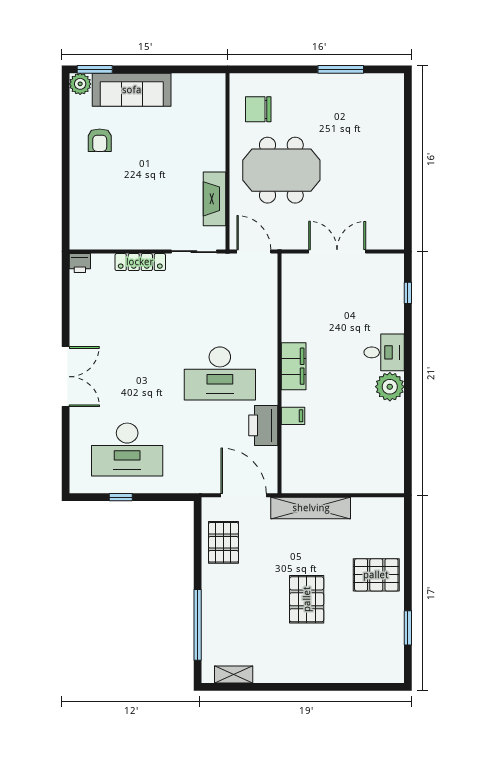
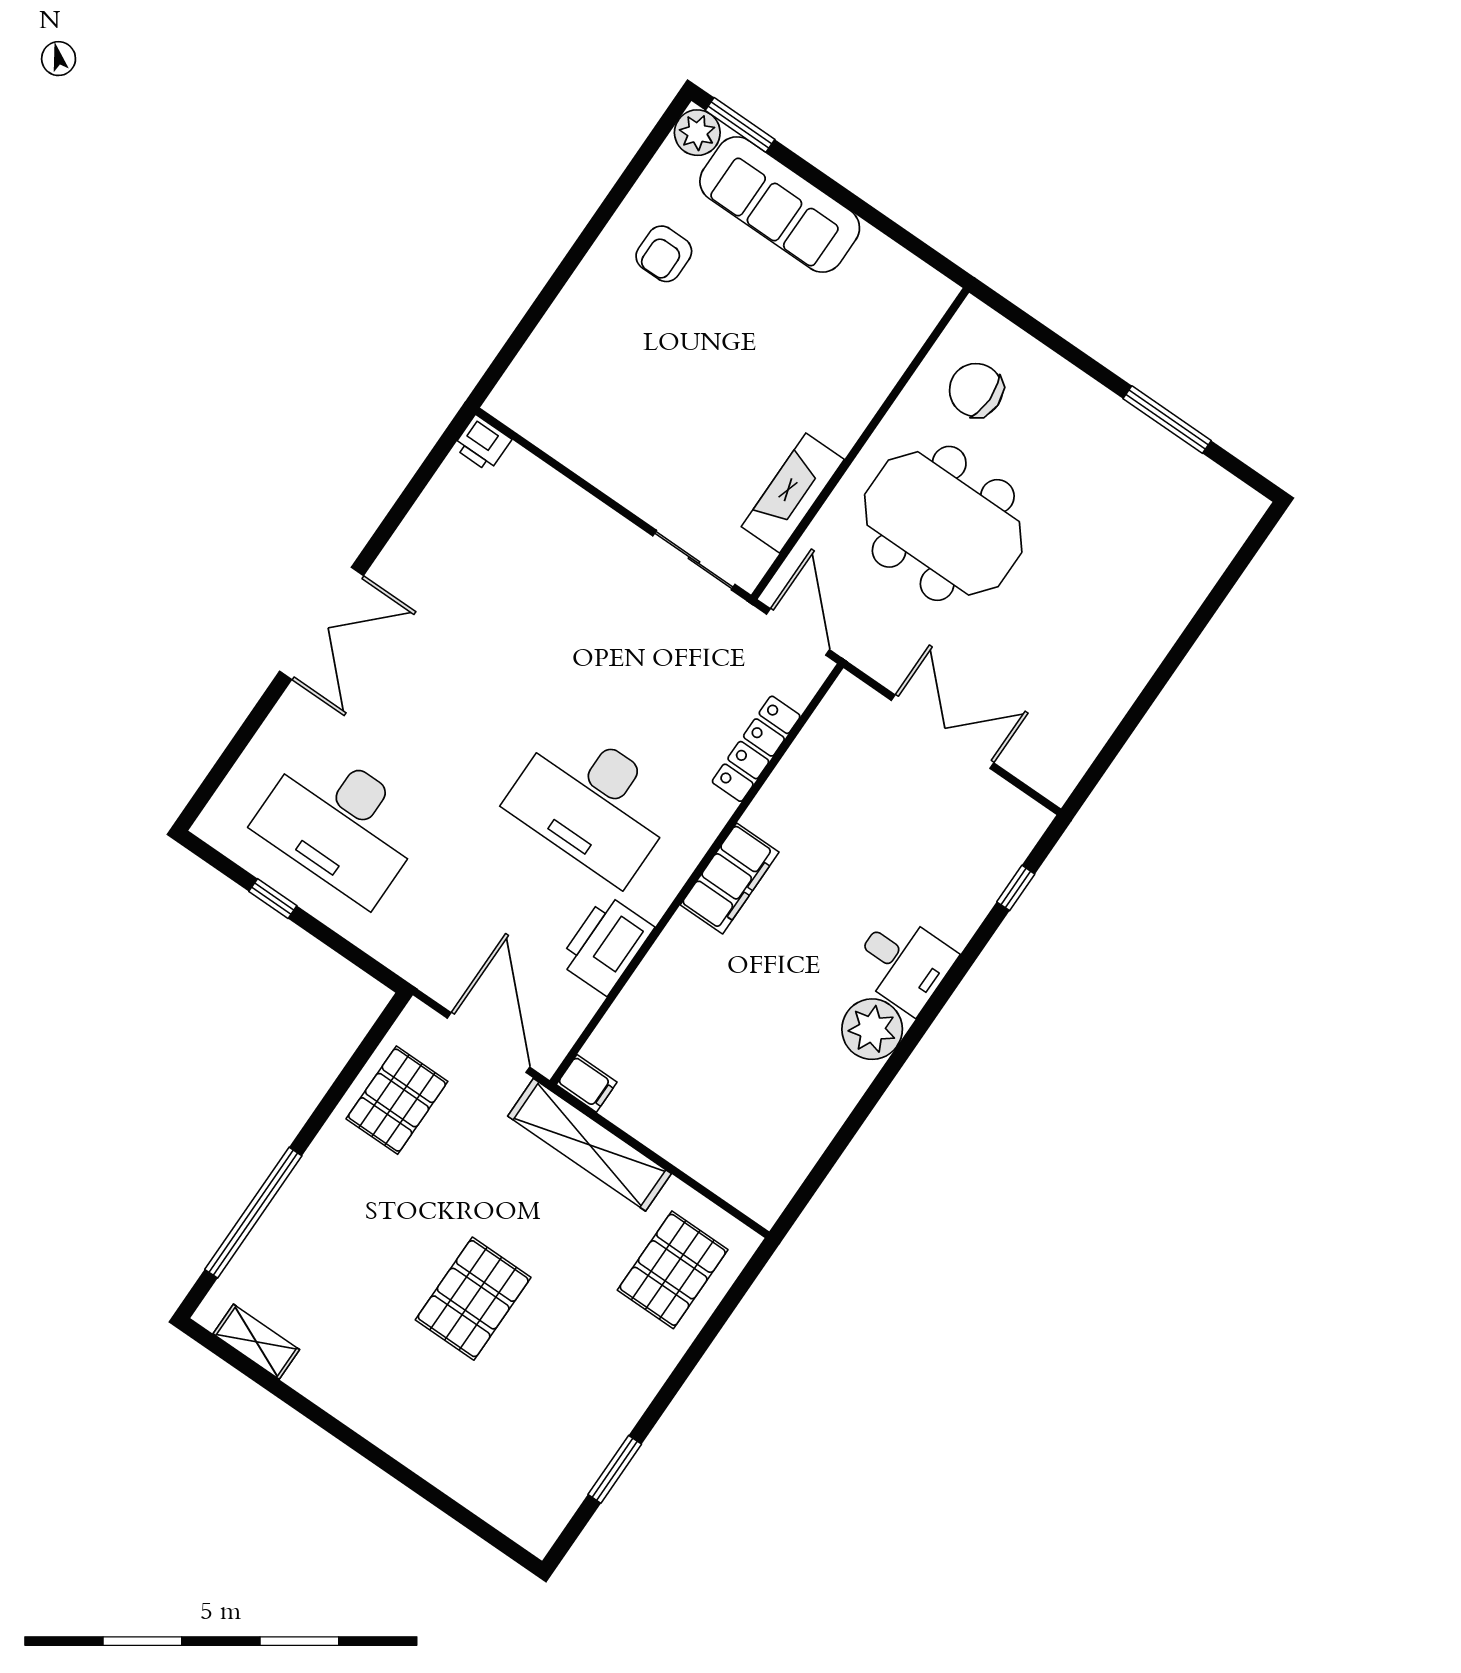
locker: (140, 262) -> (756, 749), moved, turned 90
filing cabinet: (293, 416) -> (587, 1083), moved
pallet: (376, 575) -> (673, 1270), moved, turned 90

